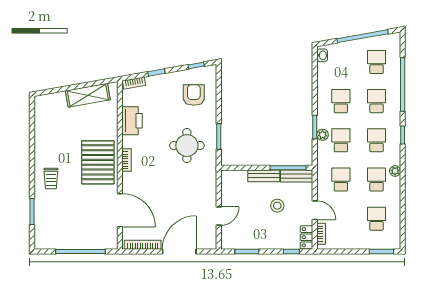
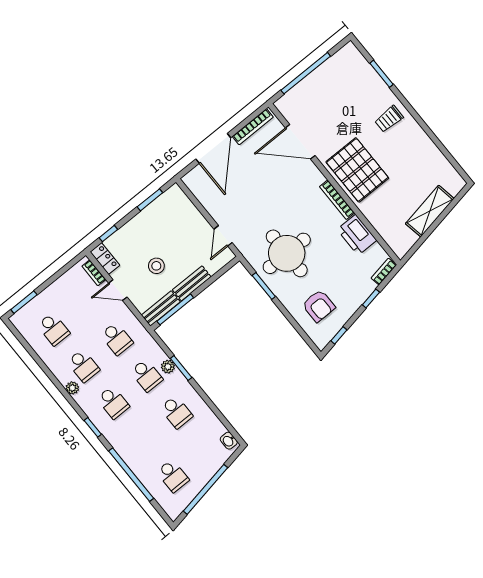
shelving: (88, 95) -> (430, 211), moved
school desk: (377, 101) -> (143, 439), removed
round table: (187, 146) -> (287, 253), width x1.36, depth x1.36
bookcase: (126, 160) -> (337, 200), width x1.56
trolley: (51, 179) -> (389, 119), turned -90
door: (219, 216) -> (223, 236), moved

